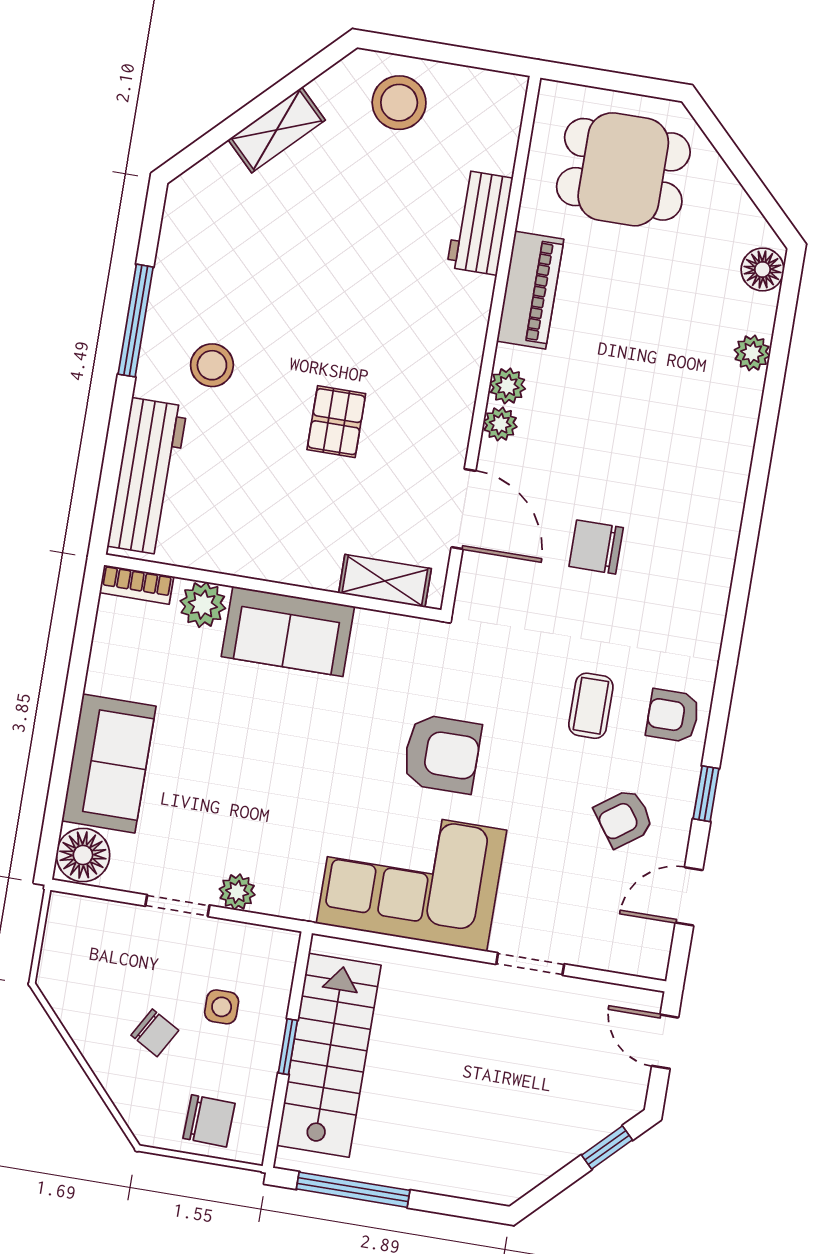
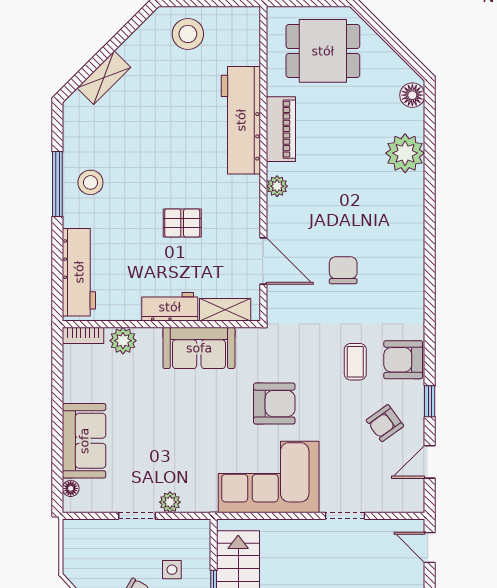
shelving: (277, 130) -> (104, 78), moved
workbench: (480, 223) -> (241, 120), width x1.88, depth x1.32
plant: (752, 353) -> (405, 153), width x1.88, depth x1.88
stool: (212, 365) -> (90, 182), moved
pallet: (336, 422) -> (182, 223), turned 90
plant: (500, 424) -> (276, 209), removed
chair: (596, 547) -> (343, 270), turned 90
workbench: (292, 560) -> (170, 307), added
sofa: (288, 631) -> (199, 348), moved
armchair: (673, 716) -> (403, 360), width x1.38, depth x1.38
floor lamp: (83, 855) -> (71, 488), width x0.53, depth x0.53

